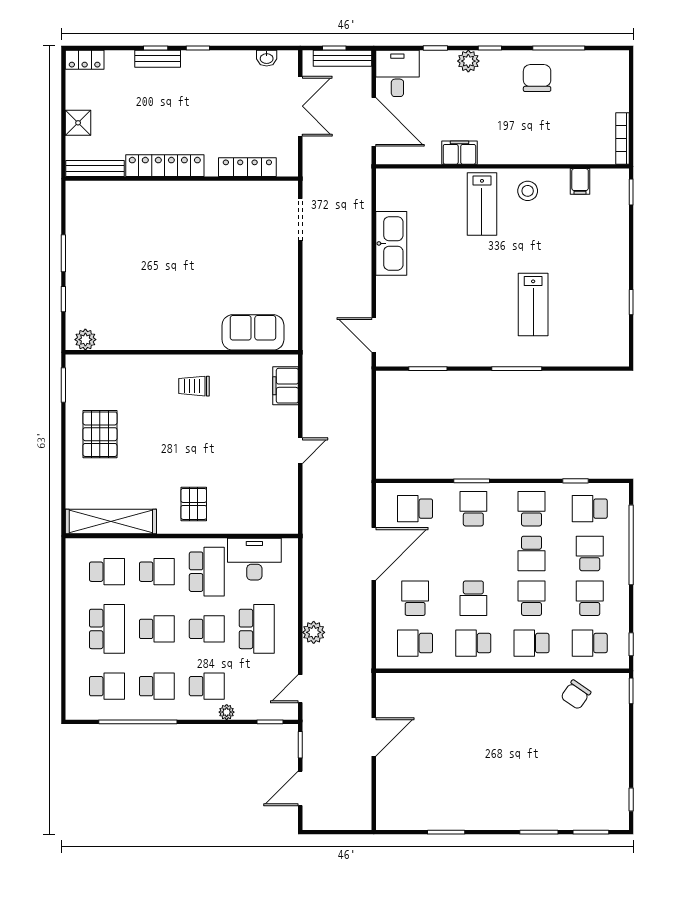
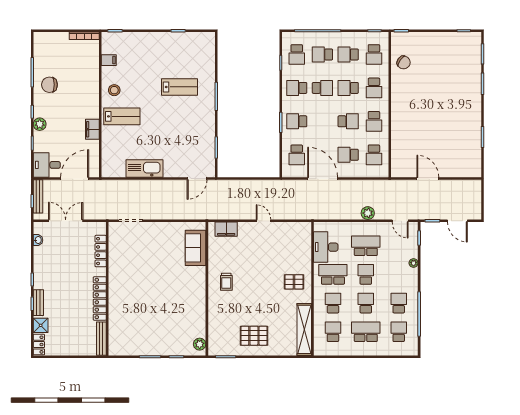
shower: (78, 123) -> (41, 325), moved
school desk: (207, 686) -> (399, 274), removed

